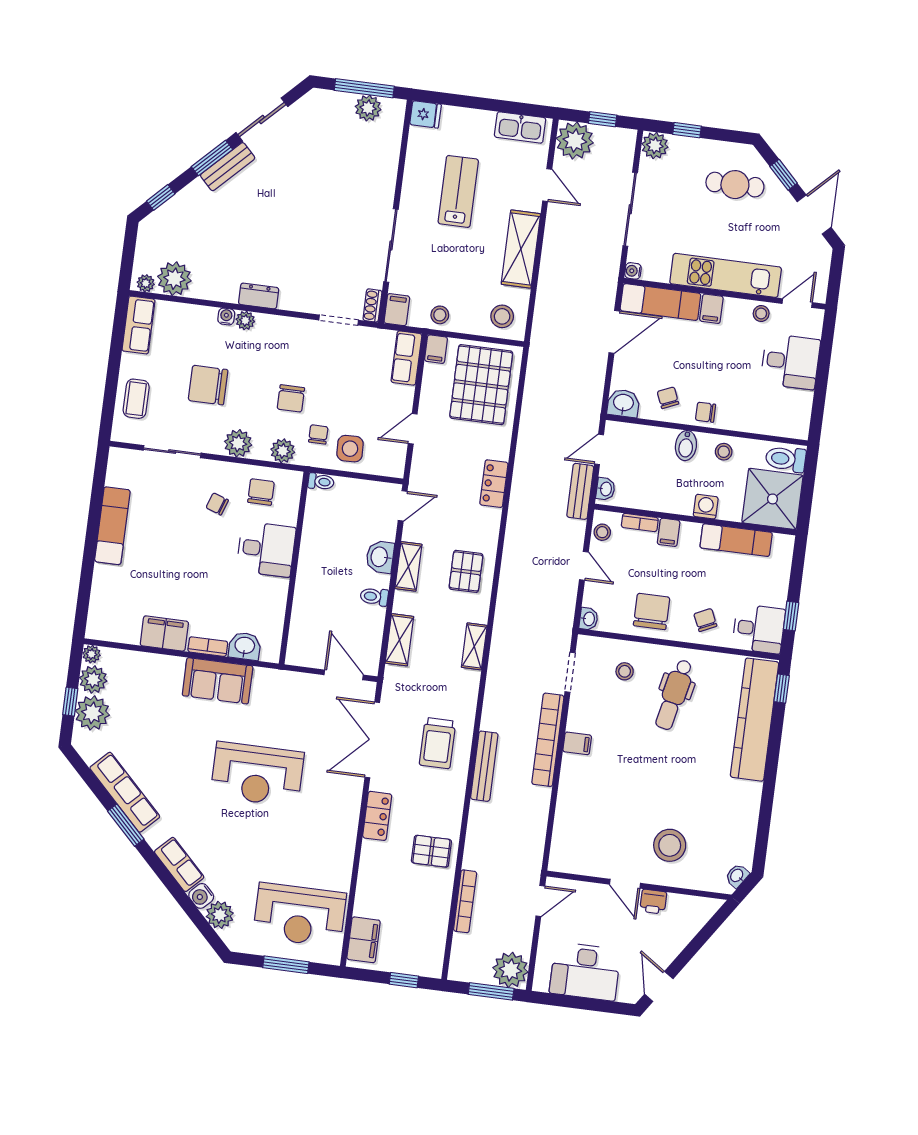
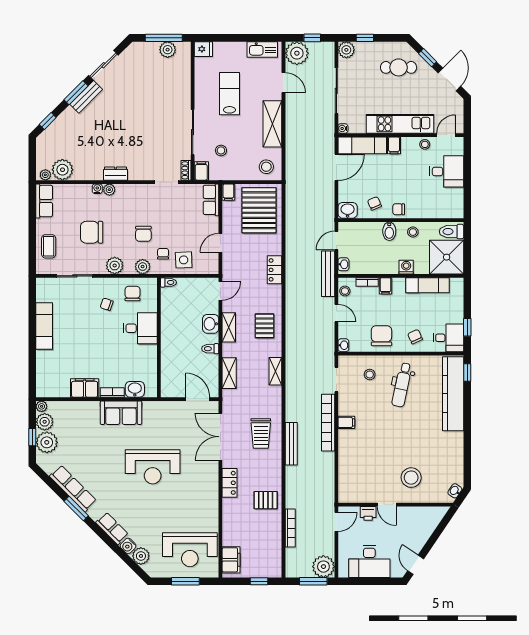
stool: (440, 315) -> (221, 150), moved
bench: (580, 491) -> (328, 274), width x1.36
printer: (653, 902) -> (368, 513), moved

